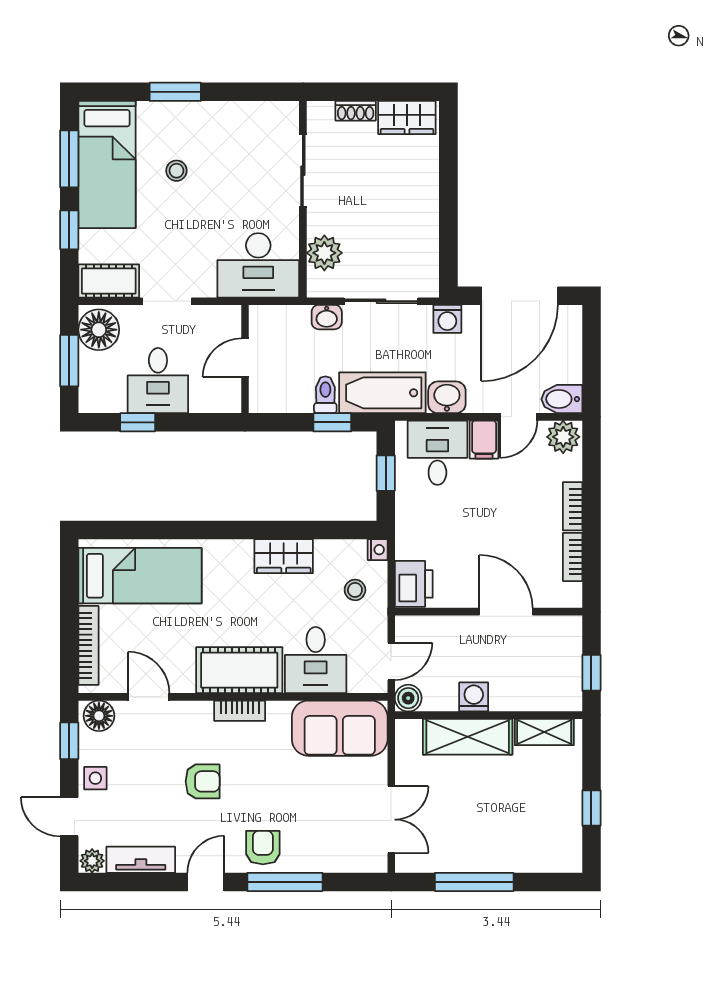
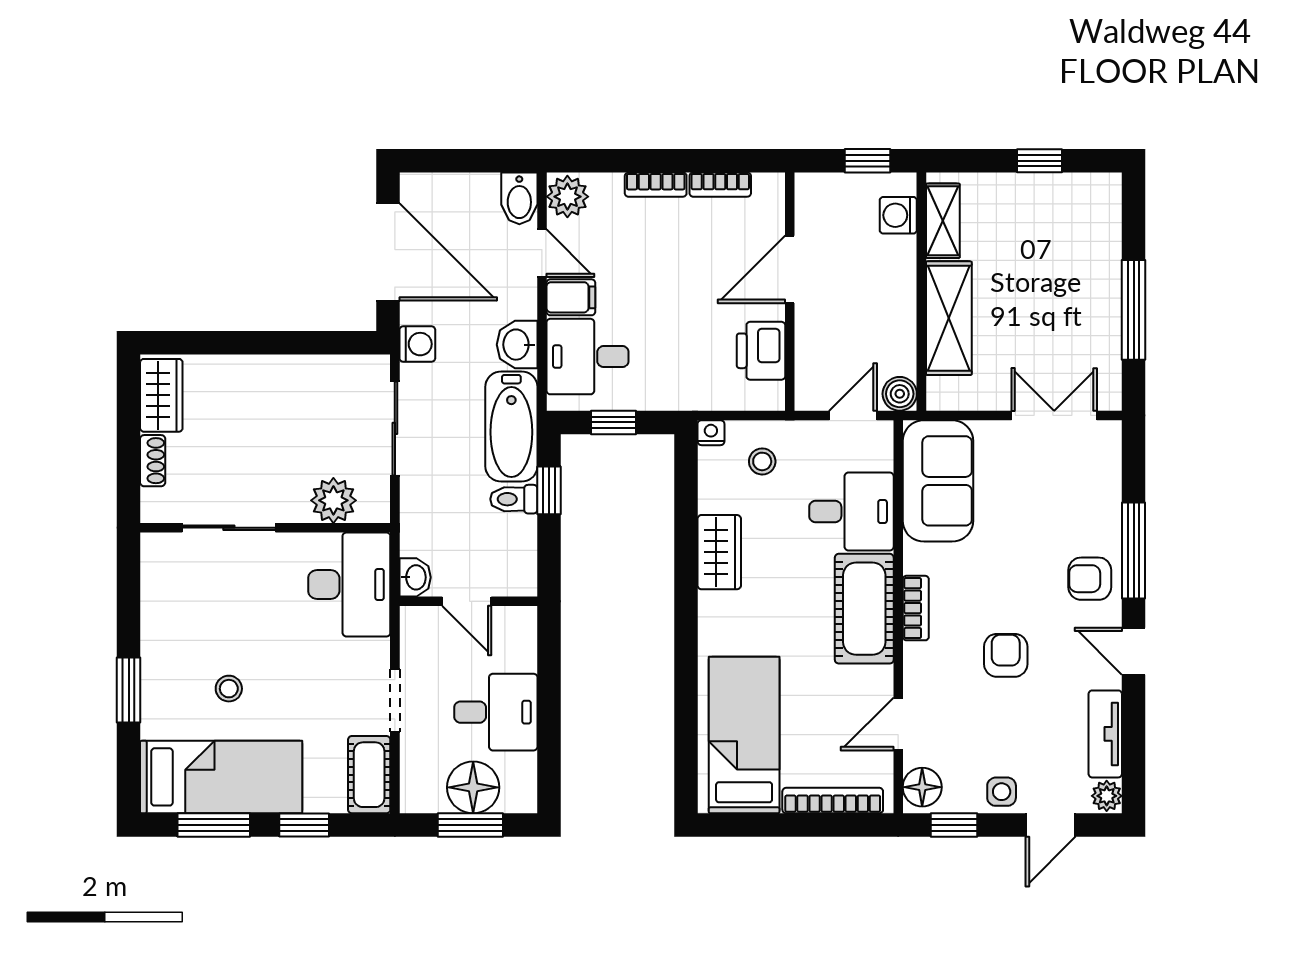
washbasin: (327, 317) -> (415, 577), moved
floor lamp: (99, 330) -> (473, 787), moved
window: (138, 422) -> (549, 738), removed
printer: (414, 584) -> (761, 351), moved, turned -90
door: (391, 661) -> (853, 415), hinge flipped
washing machine: (474, 697) -> (898, 215), moved

